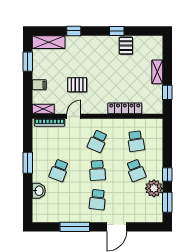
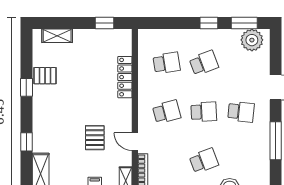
shelving: (157, 72) -> (57, 36), moved
school desk: (97, 141) -> (167, 112), turned -39
school desk: (59, 170) -> (204, 161), turned -42
plant: (154, 188) -> (252, 40), moved

